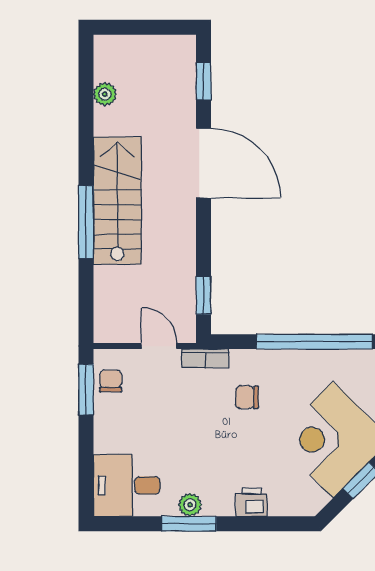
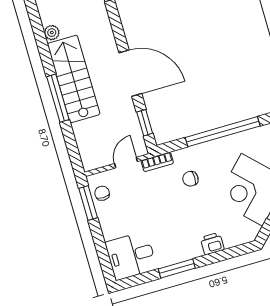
plant: (105, 94) -> (52, 33), moved
door: (203, 163) -> (130, 73), moved
door: (159, 346) -> (126, 163), hinge flipped
plant: (190, 505) -> (174, 256), removed

